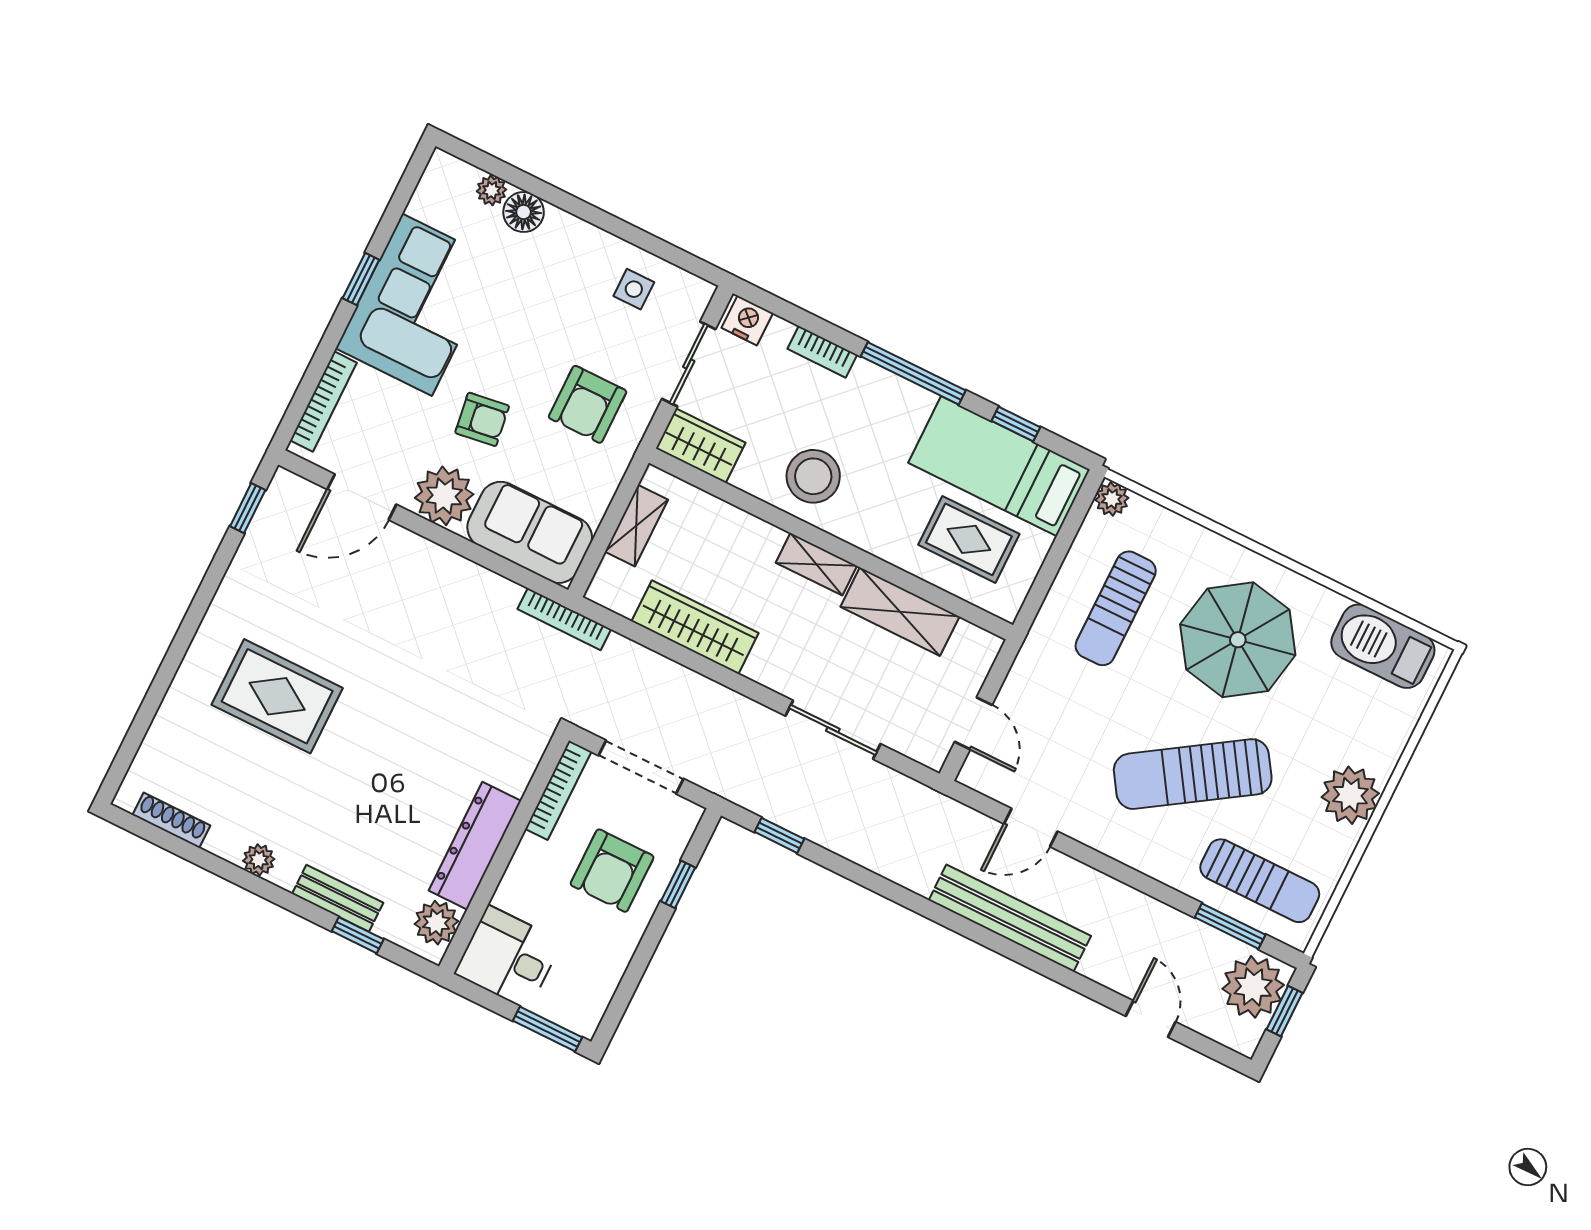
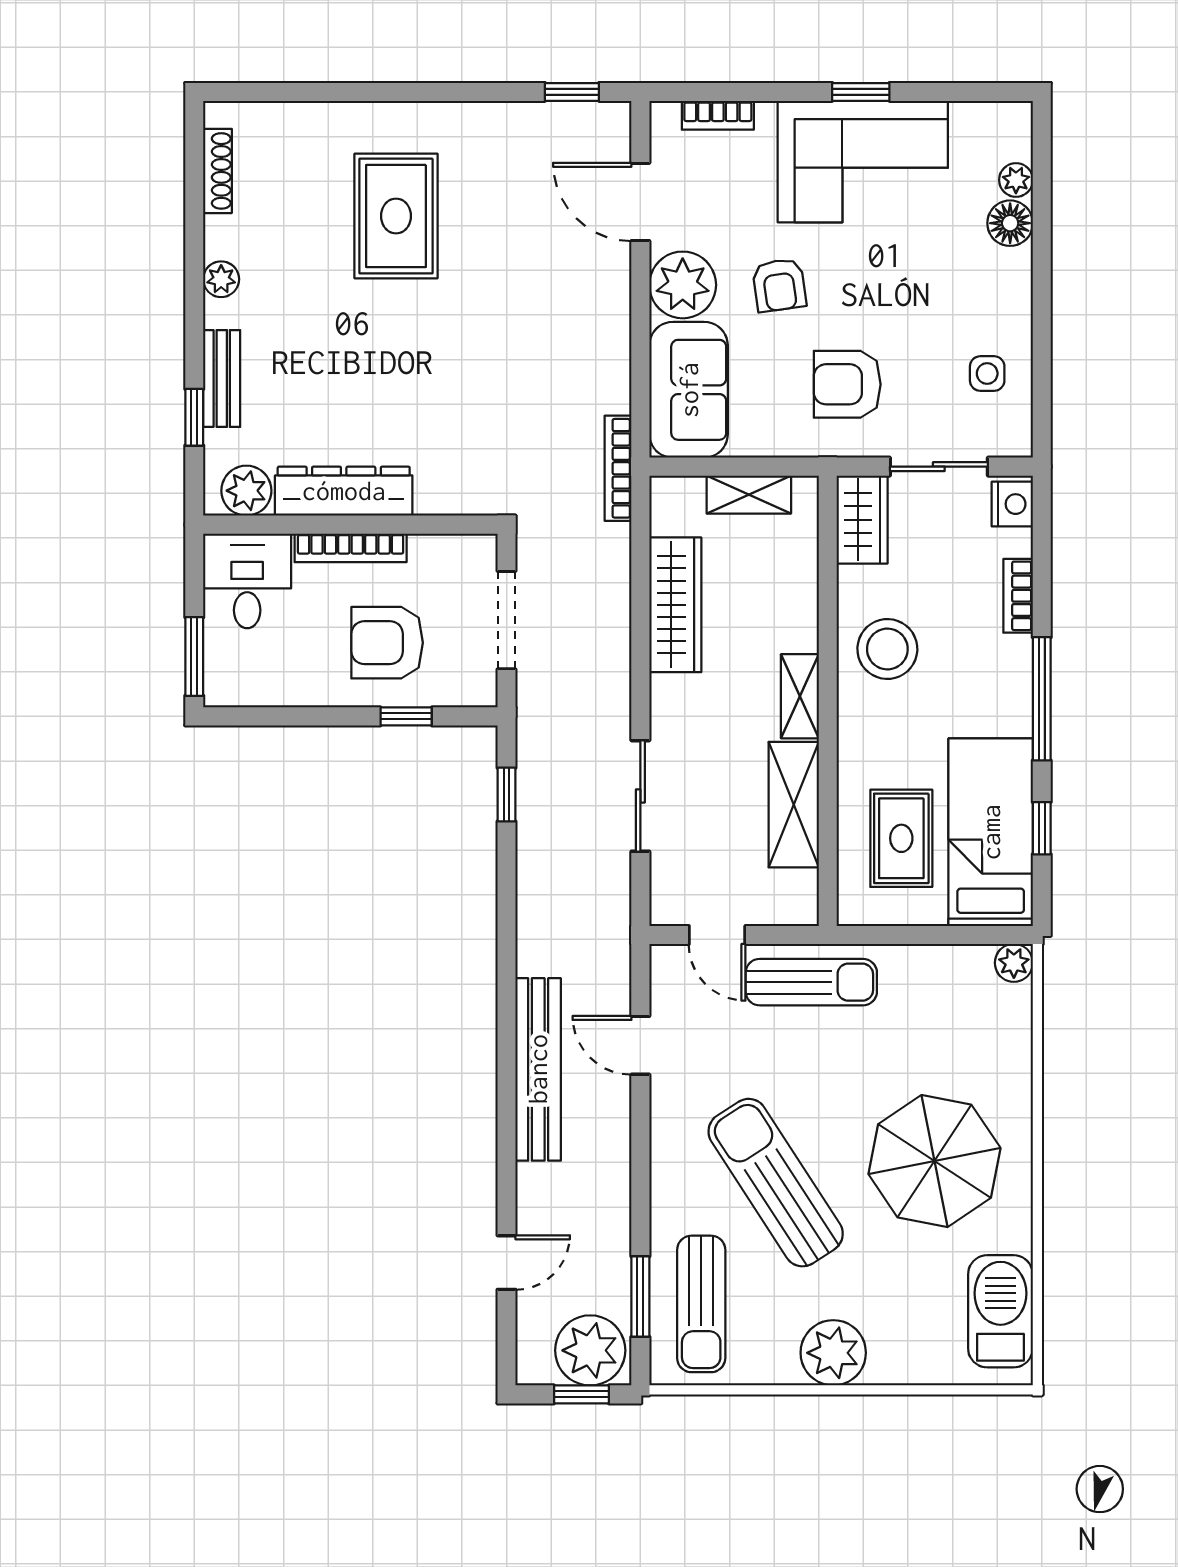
bookcase: (323, 401) -> (718, 115), width x0.64
sun lounger: (1116, 608) -> (811, 982), moved, turned 180
door: (973, 723) -> (717, 935), hinge flipped
bookcase: (558, 790) -> (351, 548), moved

